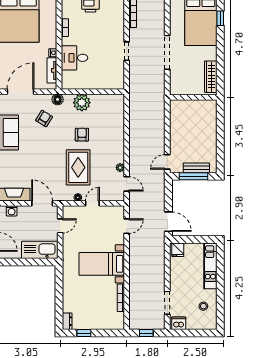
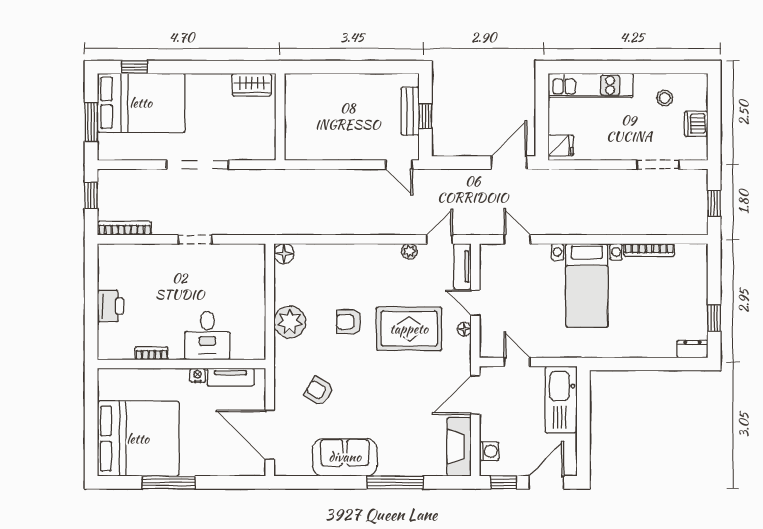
wardrobe: (211, 77) -> (252, 85), width x0.67
floor lamp: (58, 99) -> (284, 254), moved
window: (194, 176) -> (425, 116), width x0.46
tv unit: (112, 196) -> (462, 267), added
dishwasher: (179, 323) -> (696, 124), moved

